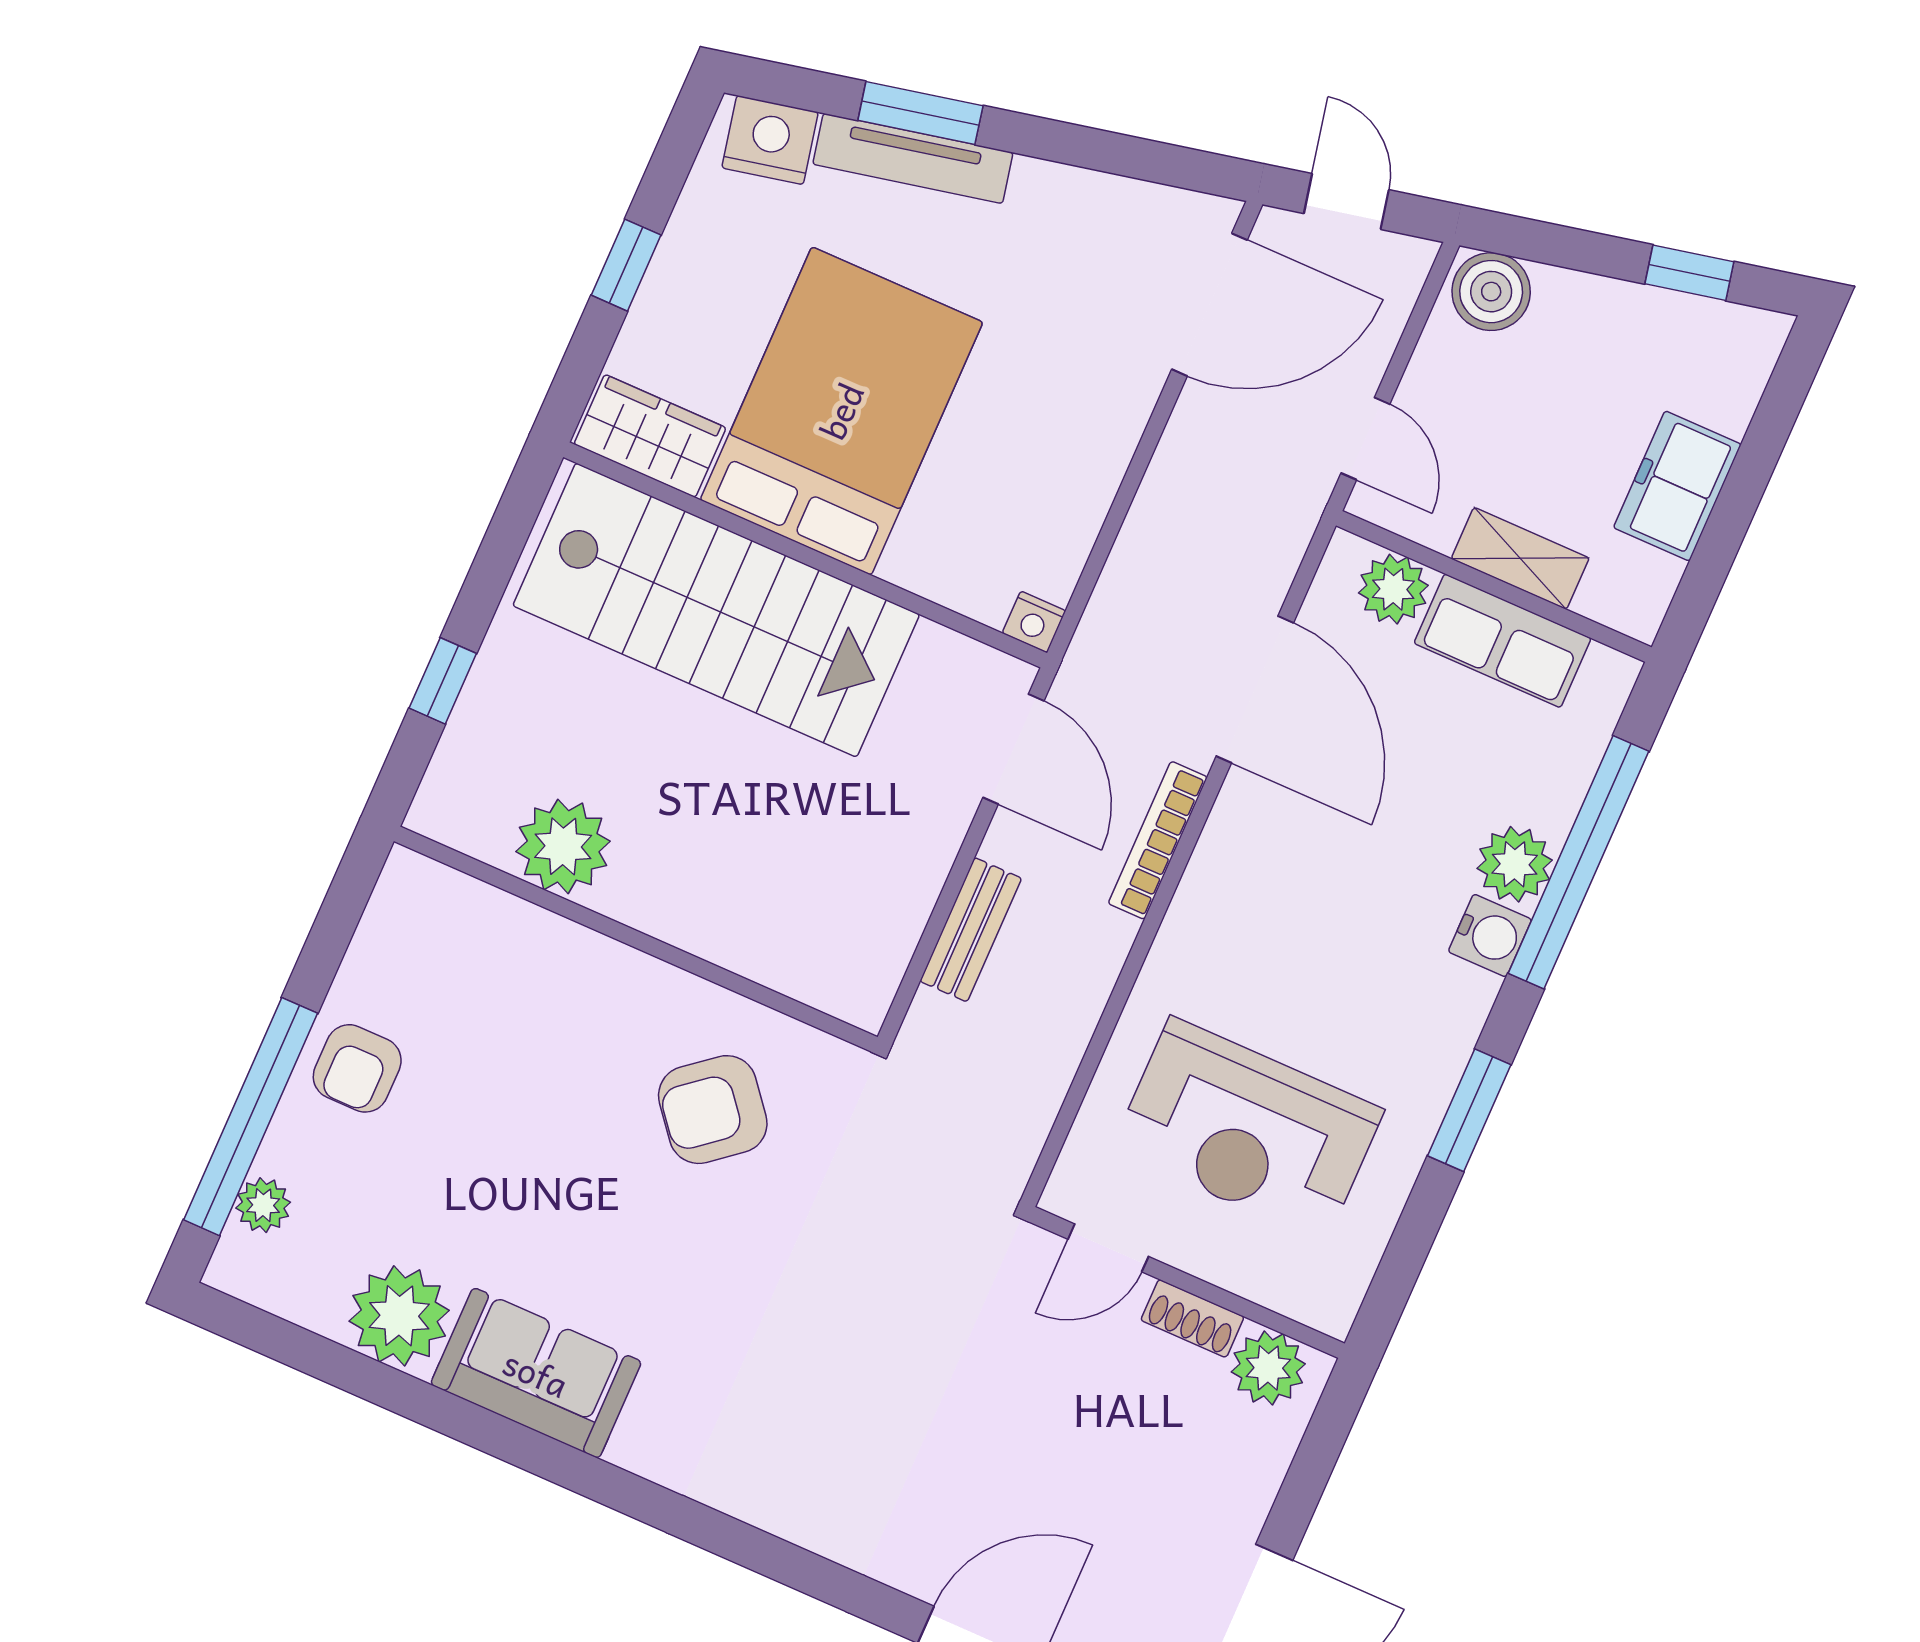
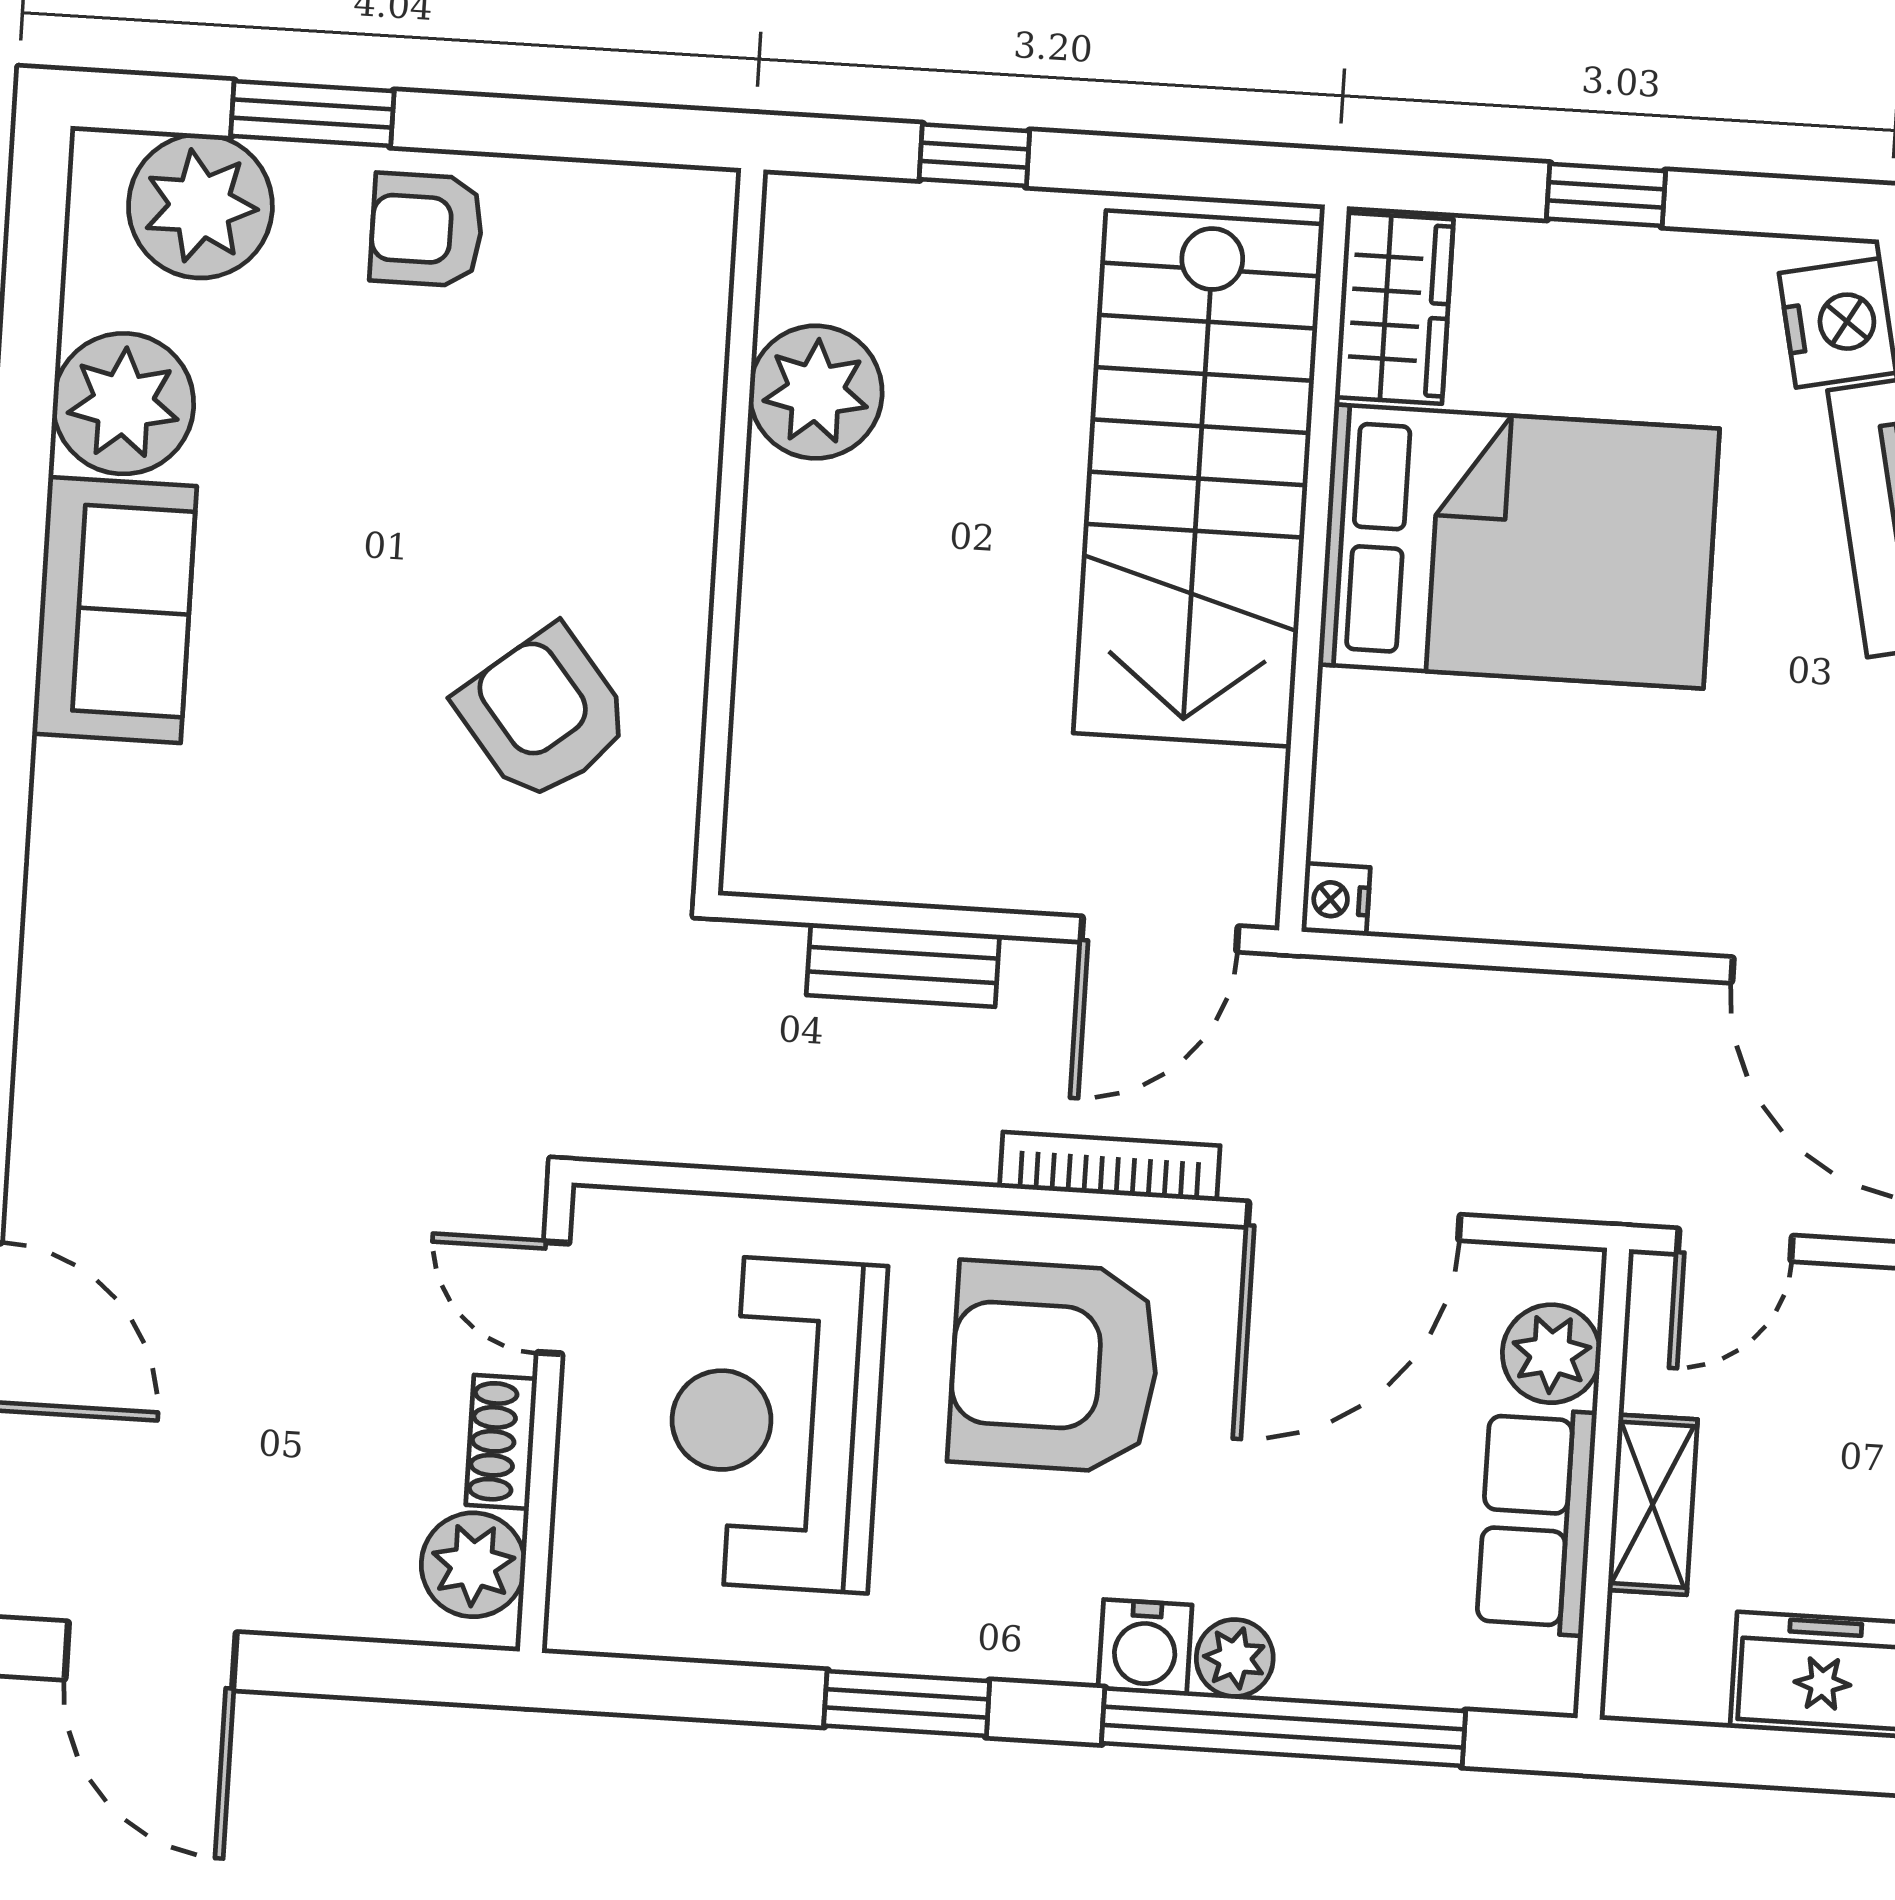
plant: (1515, 864) -> (1235, 1658), width x0.73, depth x0.73
armchair: (1279, 927) -> (1054, 1367), added
window: (251, 1117) -> (312, 114), width x0.47
plant: (263, 1205) -> (200, 206), width x1.87, depth x1.87

